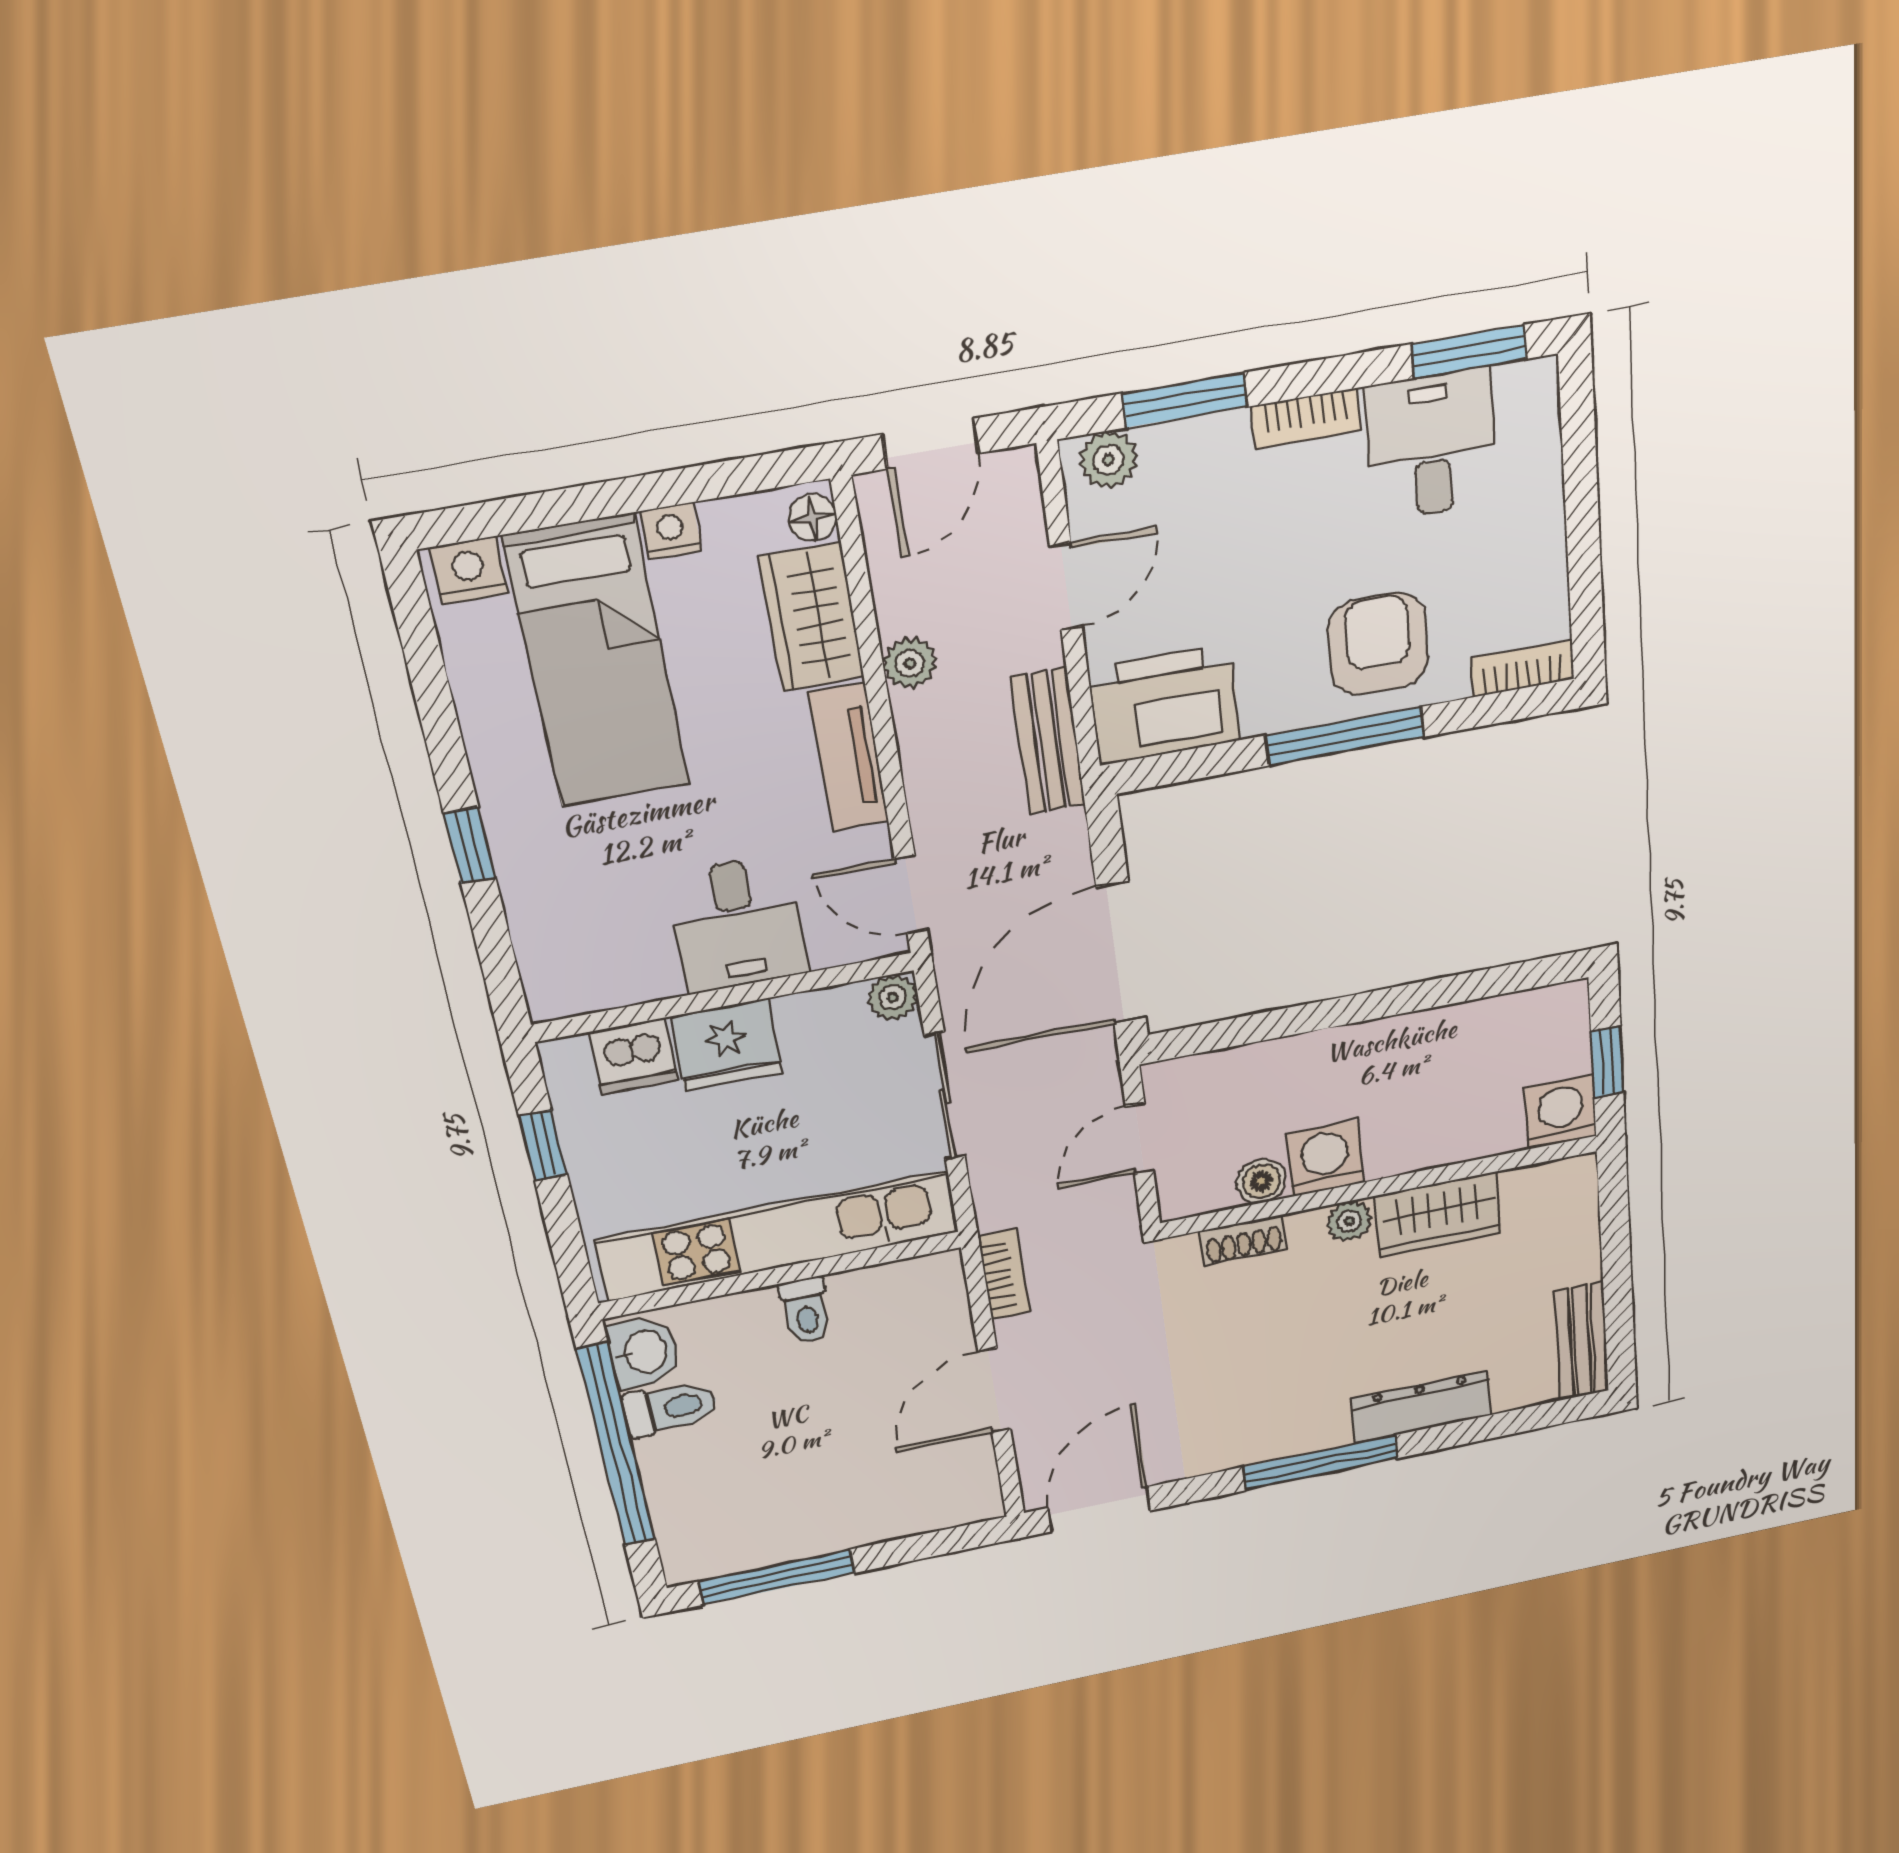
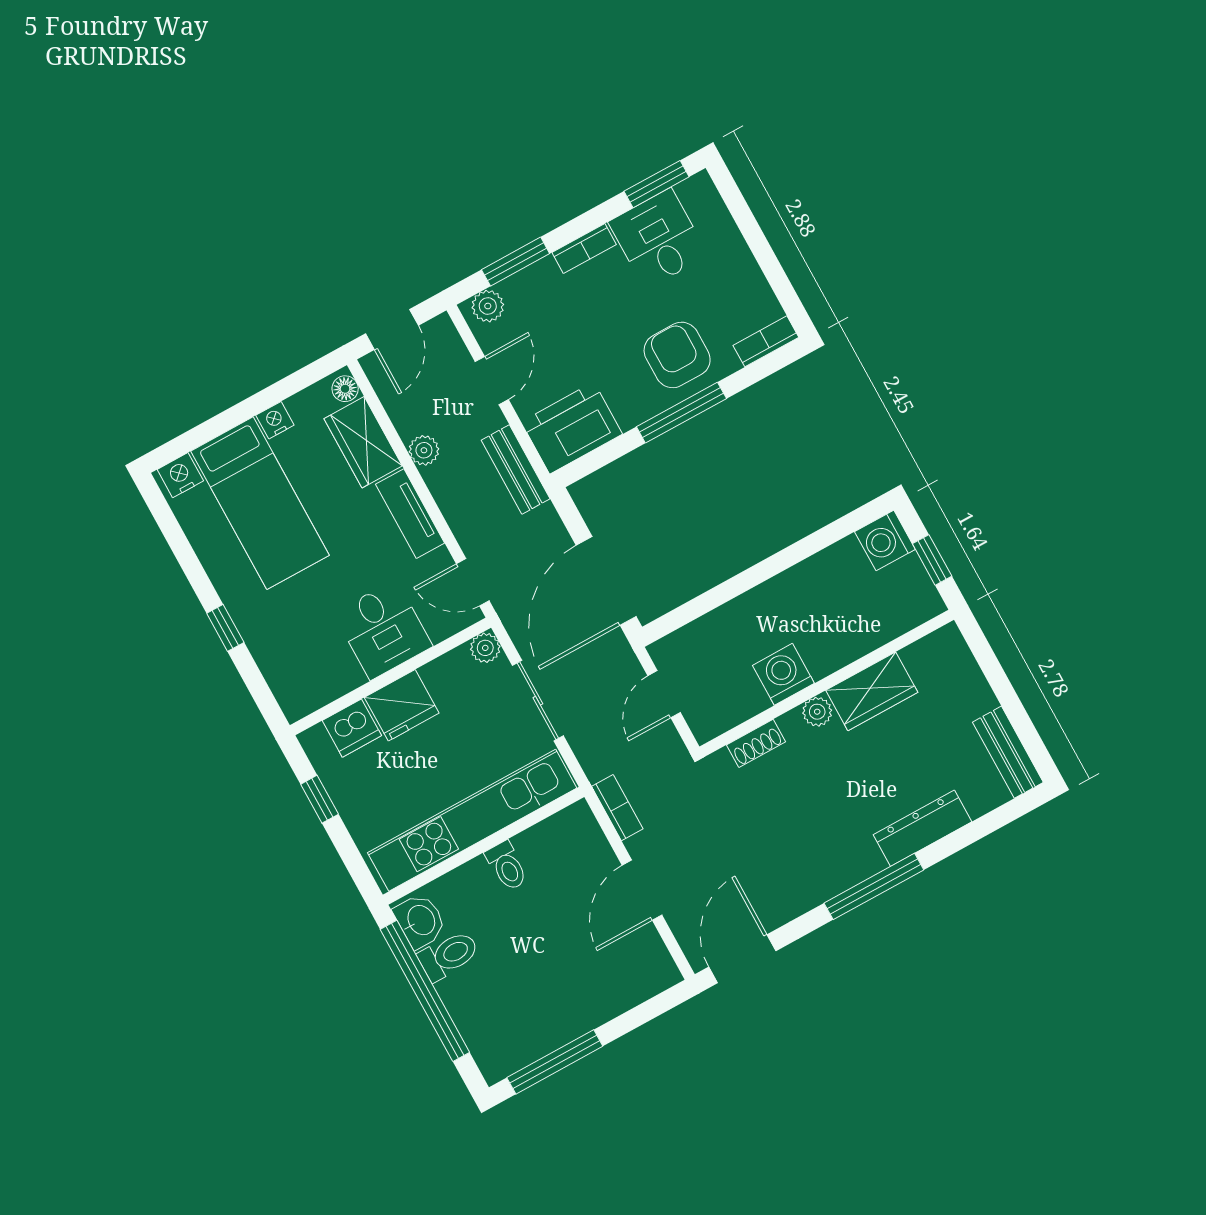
washing machine: (1561, 1112) -> (885, 541), moved, turned -90
boiler: (1261, 1181) -> (750, 701), removed

